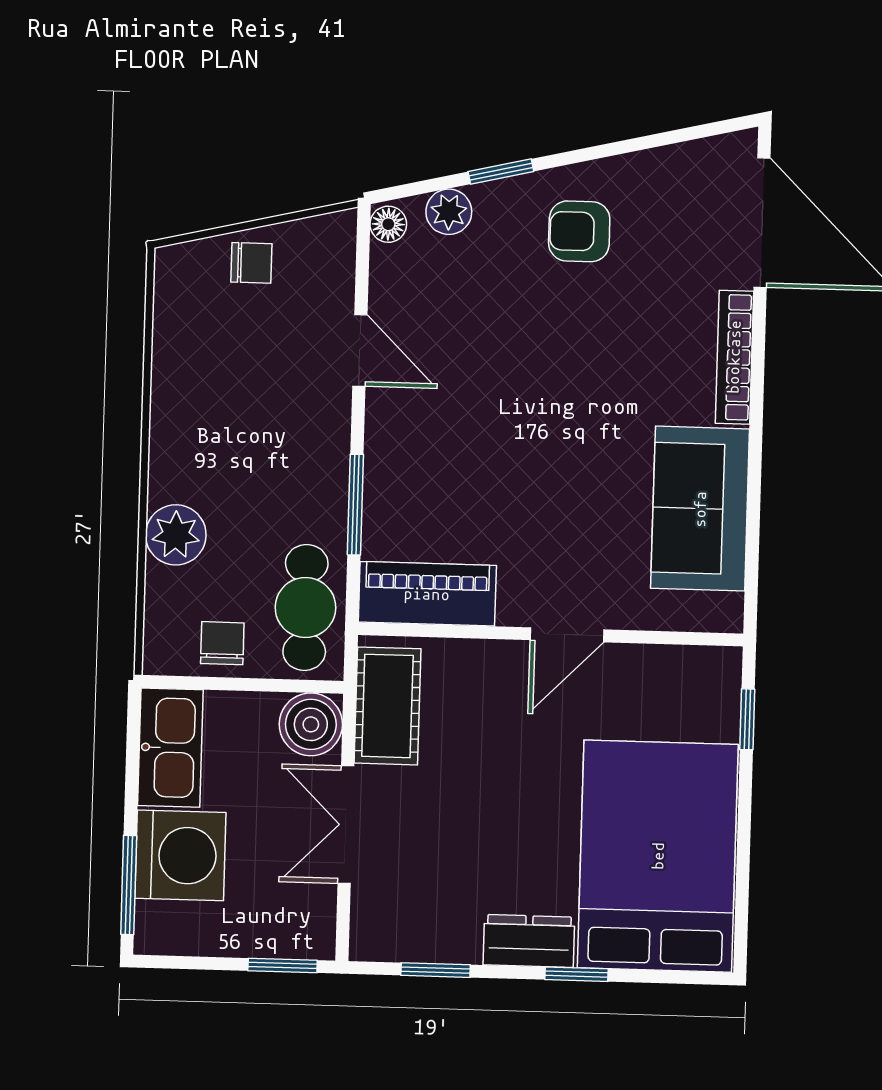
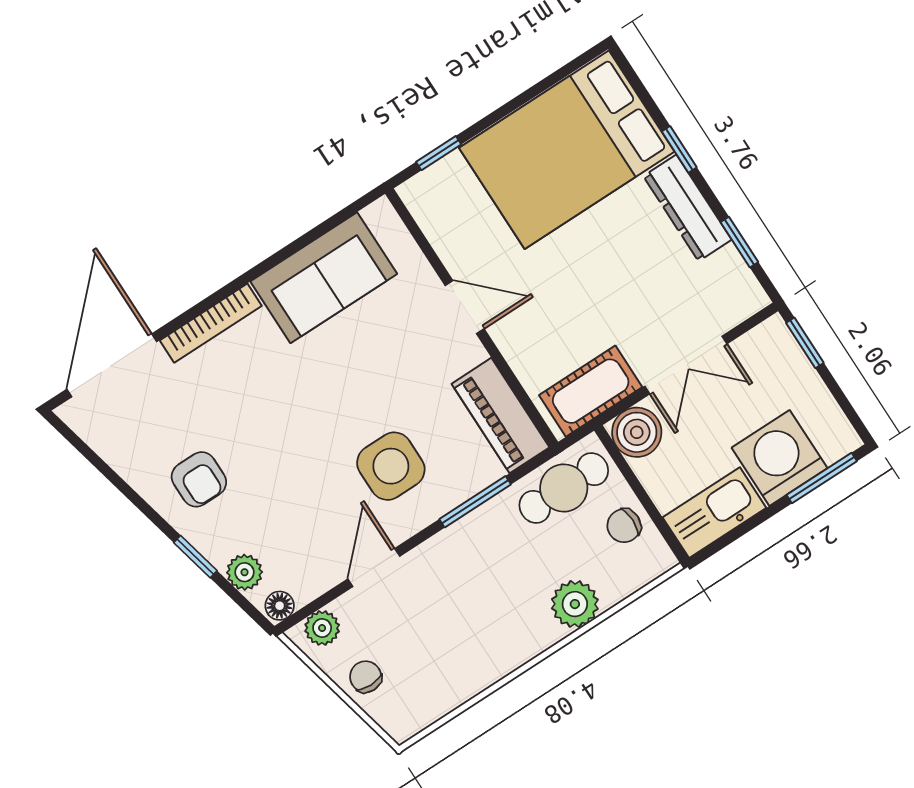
plant: (334, 253) -> (322, 628), added
side table: (454, 442) -> (391, 466), added
dresser: (529, 941) -> (687, 208), width x1.44

